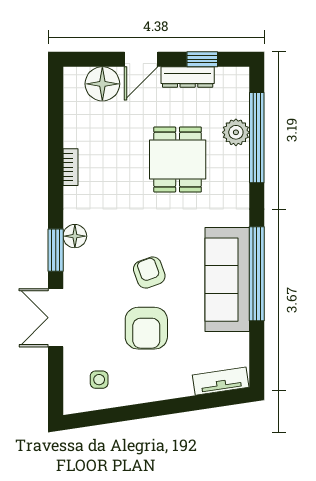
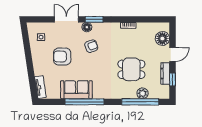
door: (141, 59) -> (172, 54), swing flipped
floor lamp: (75, 236) -> (87, 27), moved
armchair: (149, 272) -> (91, 46), moved
sofa: (227, 280) -> (76, 90), width x0.73

